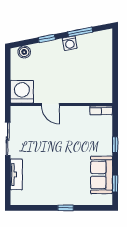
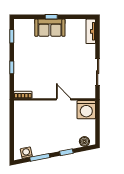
washing machine: (70, 43) -> (26, 153), moved
tv unit: (16, 174) -> (91, 31), moved
sofa: (102, 175) -> (50, 28), moved, turned 90

